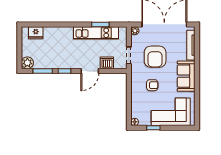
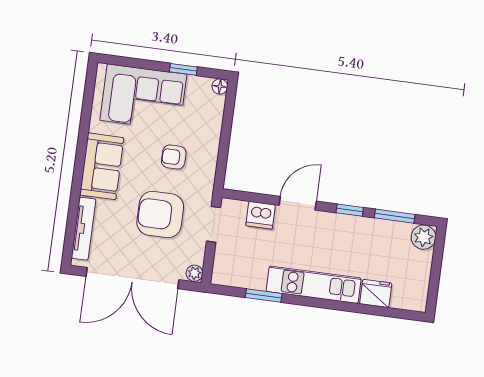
fridge: (36, 33) -> (376, 293), moved
kitchen unit: (96, 33) -> (314, 285), moved
armchair: (155, 57) -> (160, 215), turned -90

